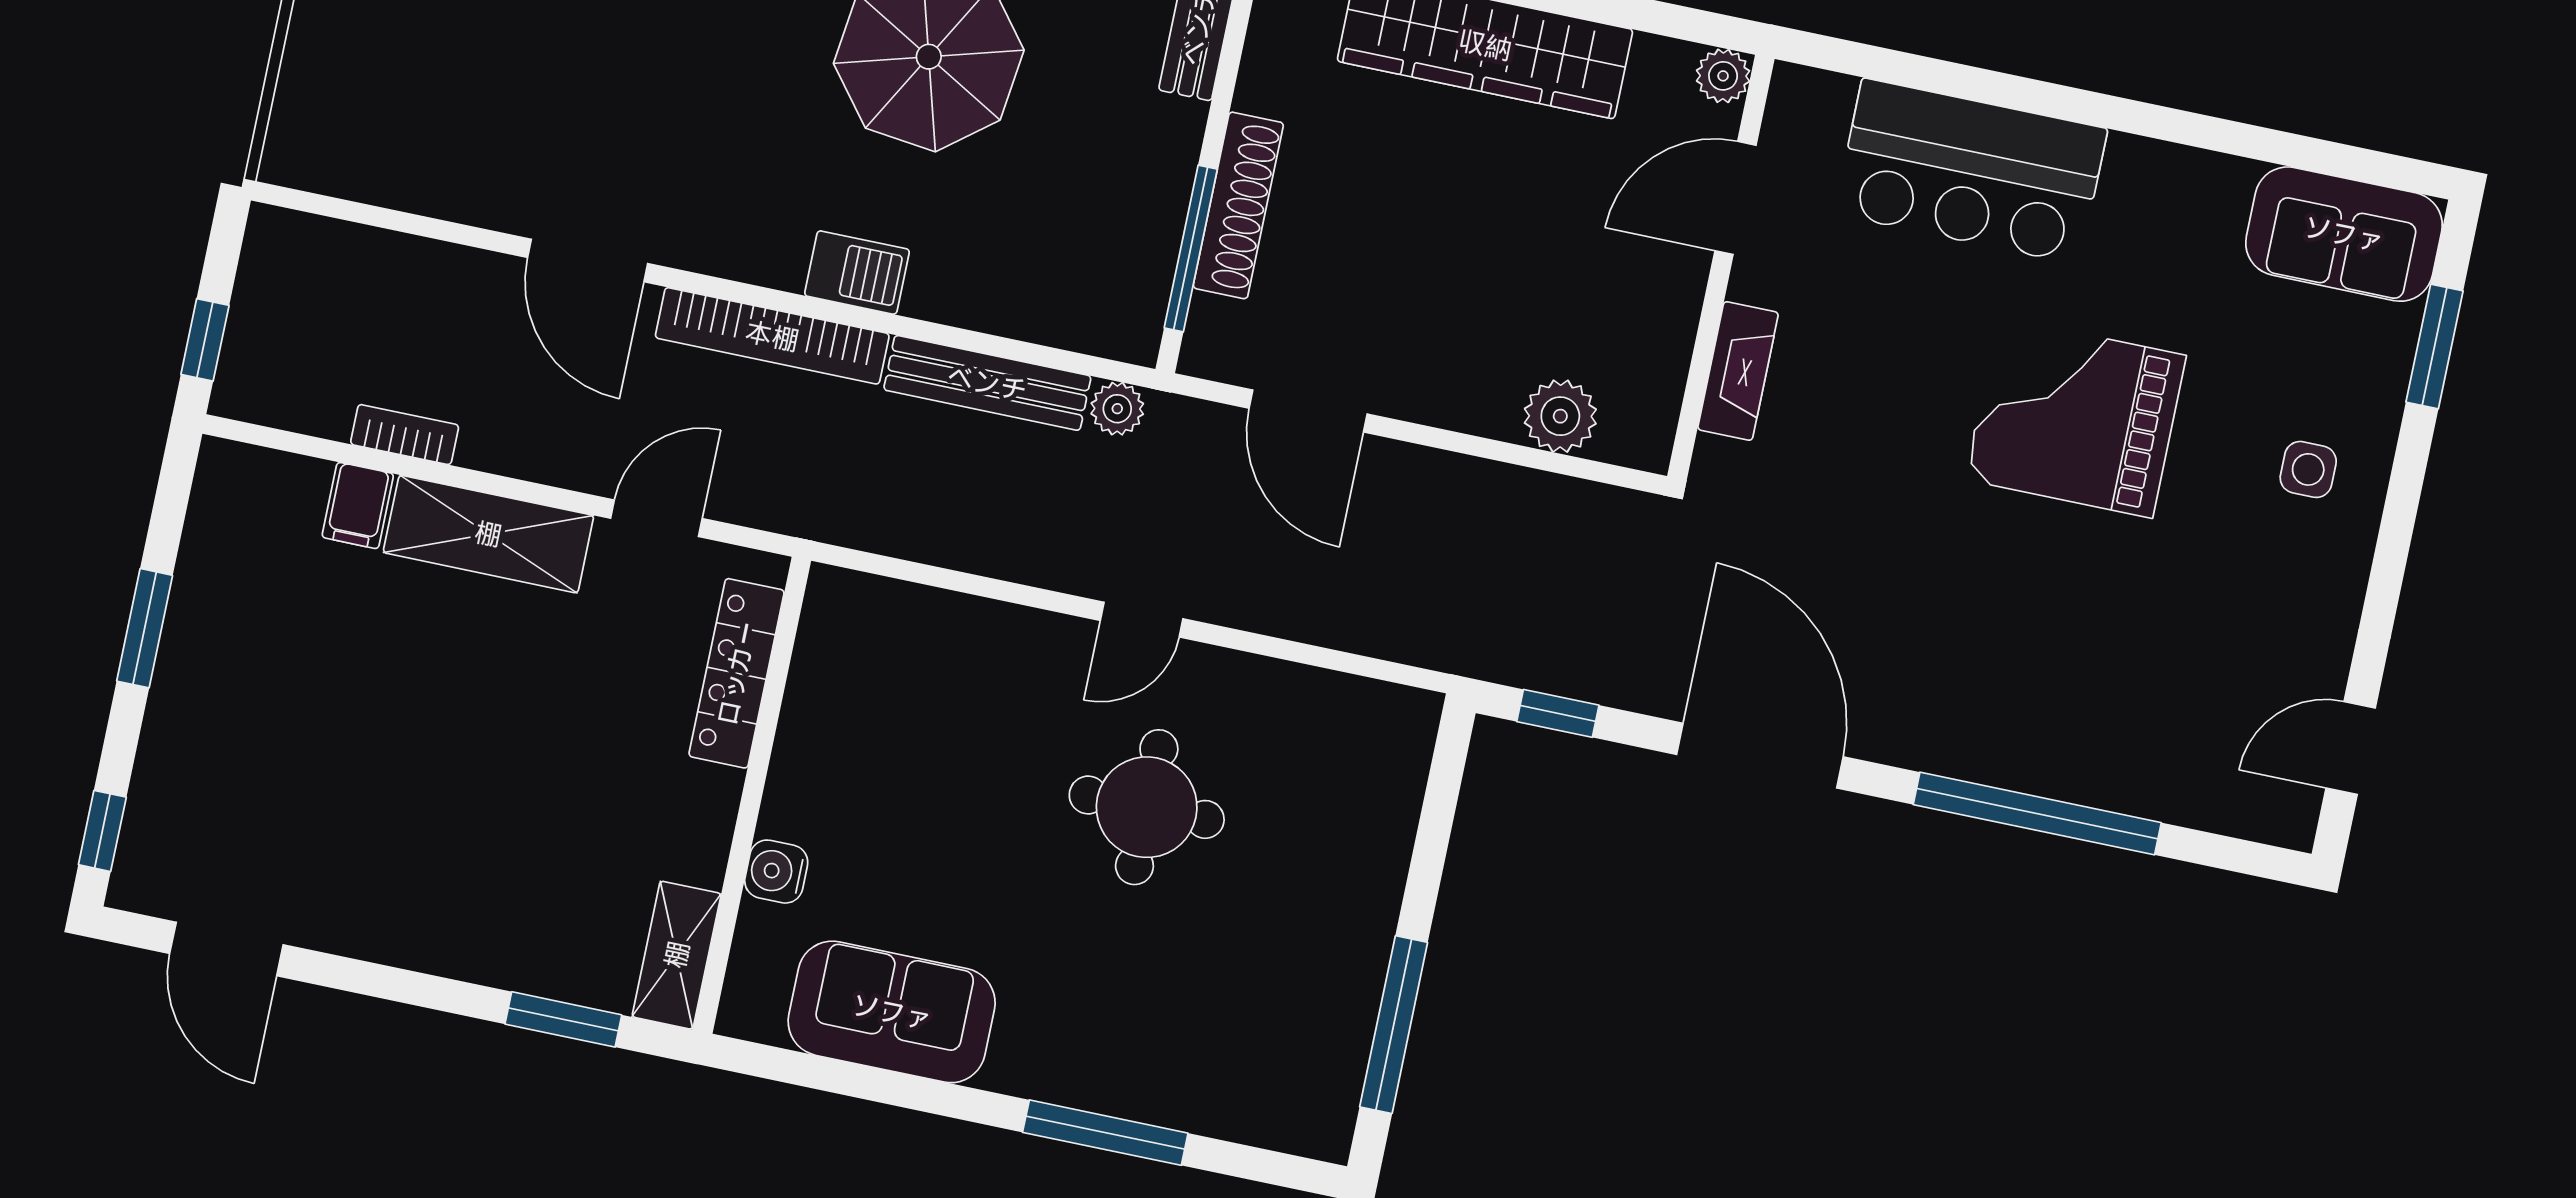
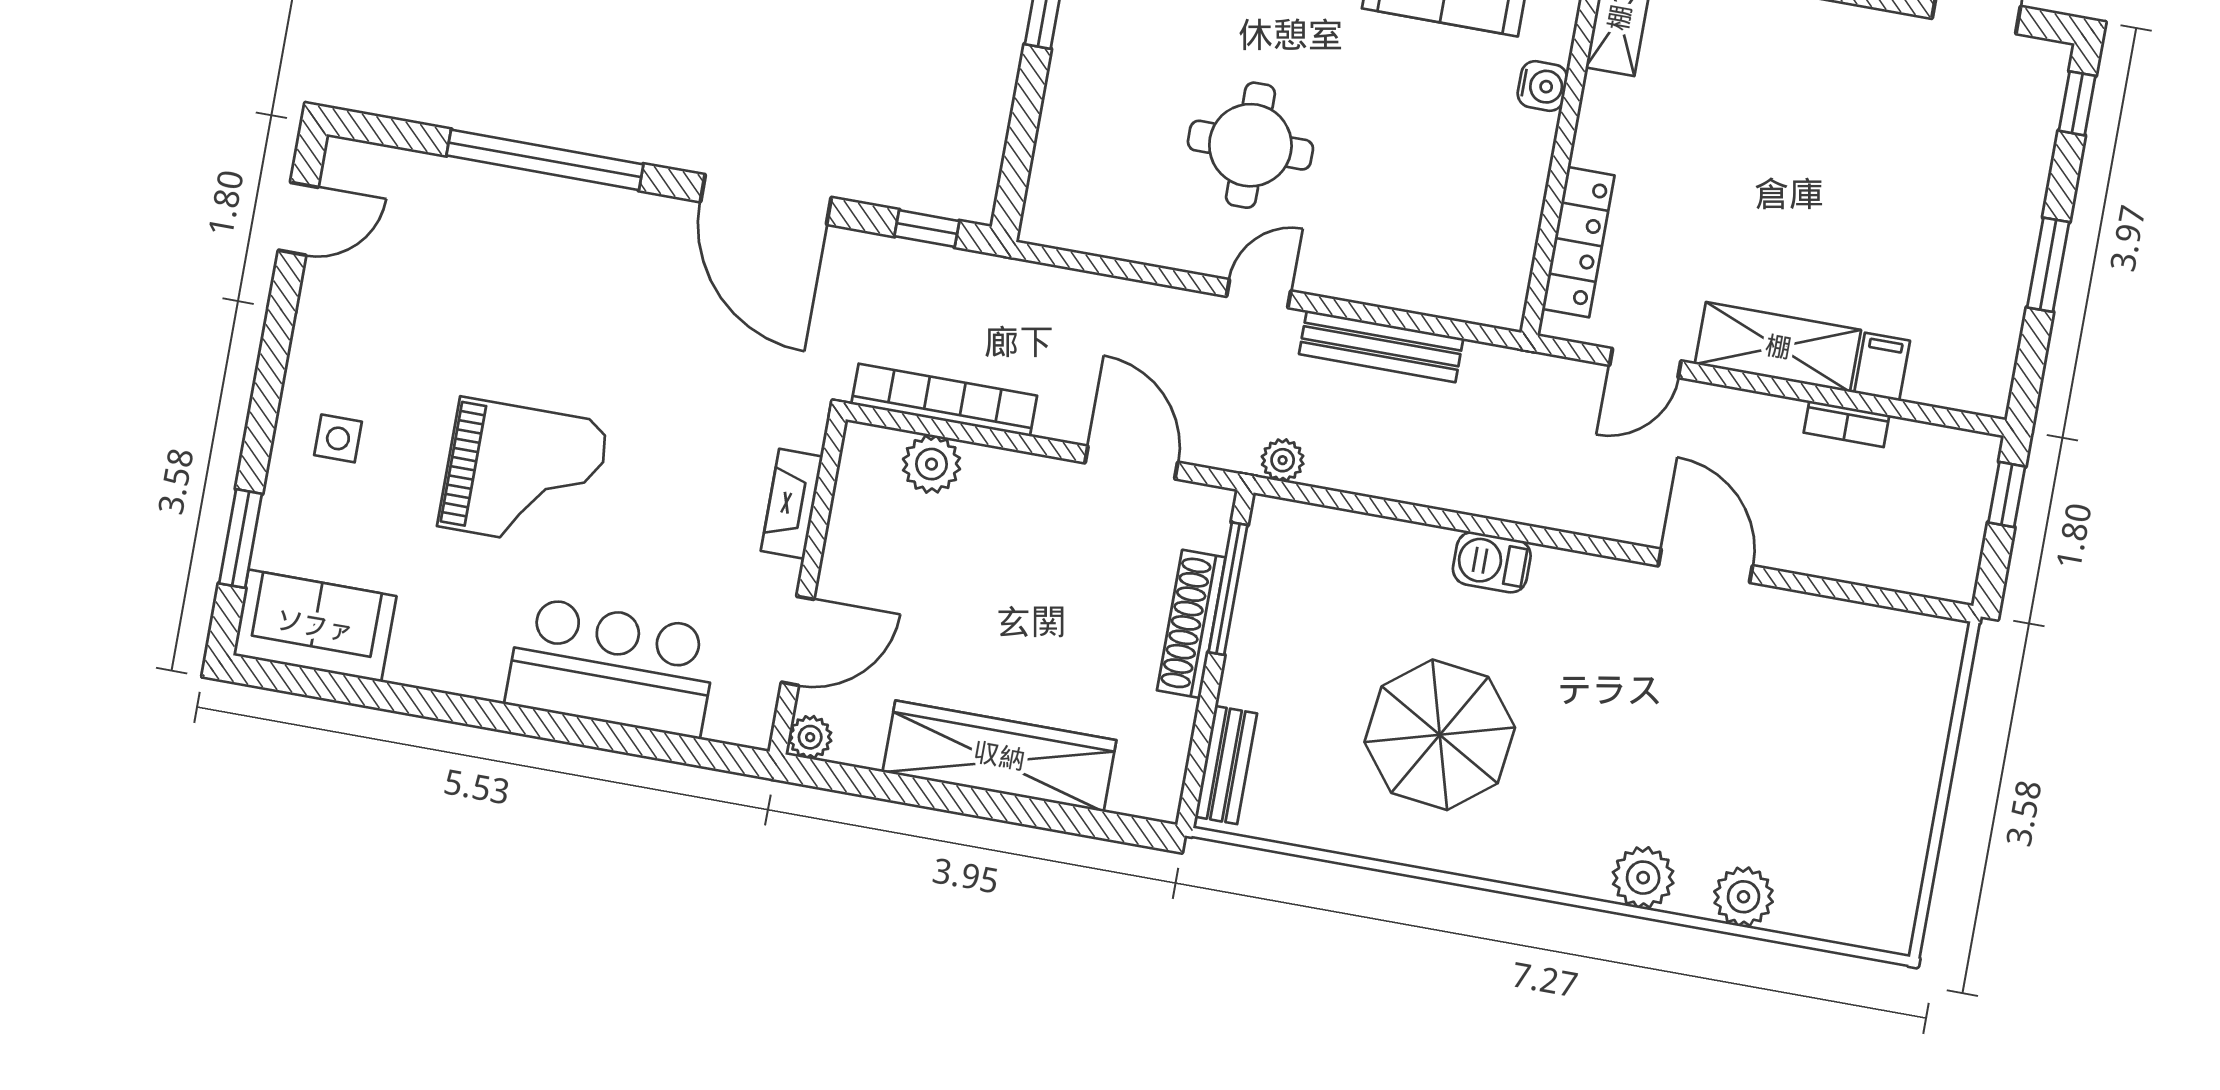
bookcase: (772, 336) -> (944, 400), moved
bench: (987, 383) -> (1381, 346), moved

